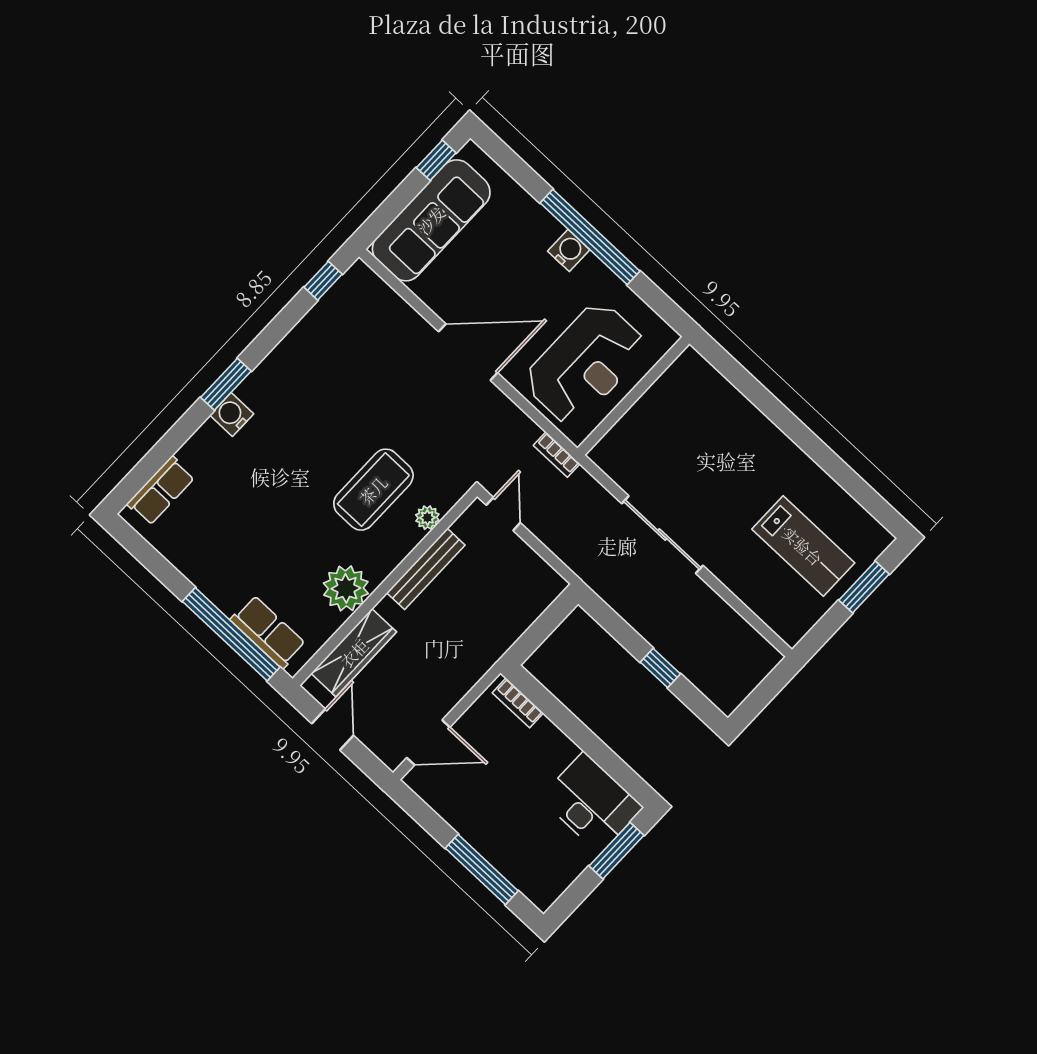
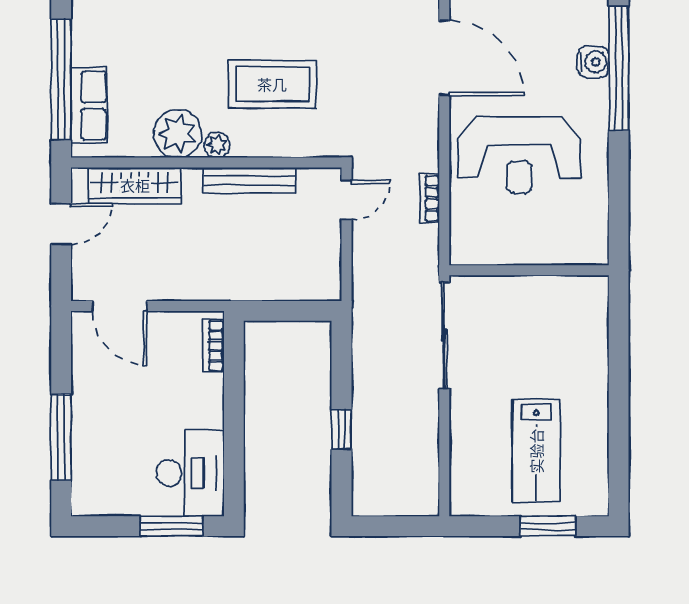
wall: (634, 396) -> (529, 270), moved
plant: (427, 518) -> (217, 145), moved

